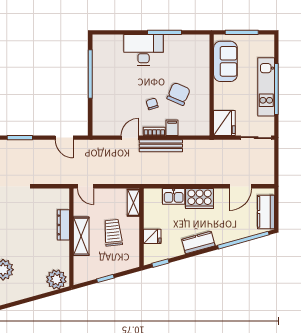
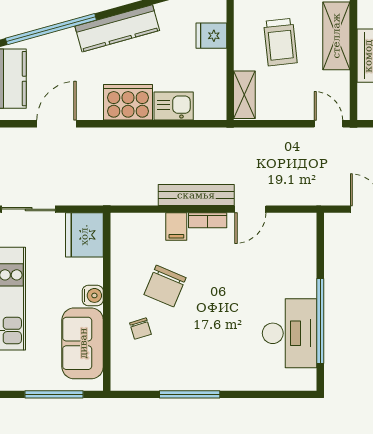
desk: (144, 50) -> (290, 333), moved, turned -90
water cooler: (220, 89) -> (93, 295), added
chair: (152, 104) -> (140, 329), moved
kitchen counter: (198, 243) -> (117, 28), width x1.50

